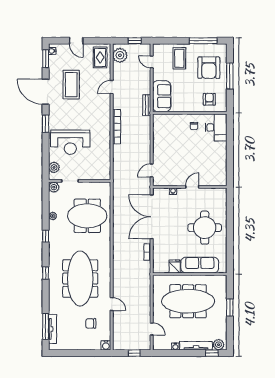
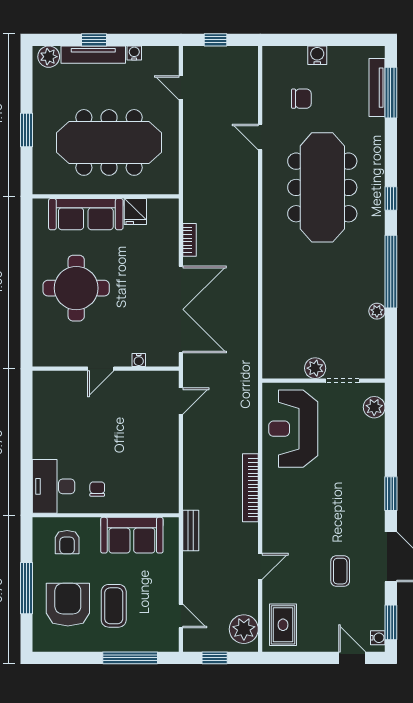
door: (76, 41) -> (352, 658), moved
window: (203, 41) -> (130, 658), moved
coffee table: (179, 58) -> (114, 606), moved
coffee table: (71, 85) -> (340, 571), width x0.54, depth x0.58
sofa: (162, 96) -> (132, 535), moved, turned -90
reception desk: (70, 142) -> (293, 429), moved, turned -90
plant: (54, 187) -> (315, 368), moved
meeting table: (87, 216) -> (308, 312), removed
window: (46, 236) -> (391, 272), width x3.17
water cooler: (106, 345) -> (317, 55), moved
window: (212, 353) -> (94, 40), moved

